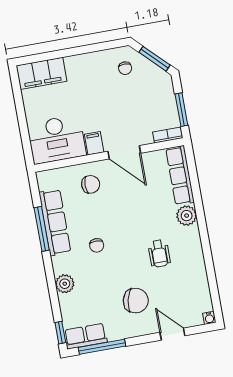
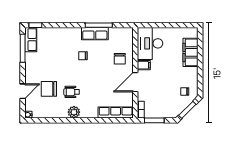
filing cabinet: (41, 73) -> (191, 52), moved
plant: (187, 216) -> (74, 112), moved
row of seats: (55, 222) -> (95, 34), width x0.68
plant: (65, 284) -> (64, 33), removed
chair: (136, 301) -> (49, 89), moved, turned 77

